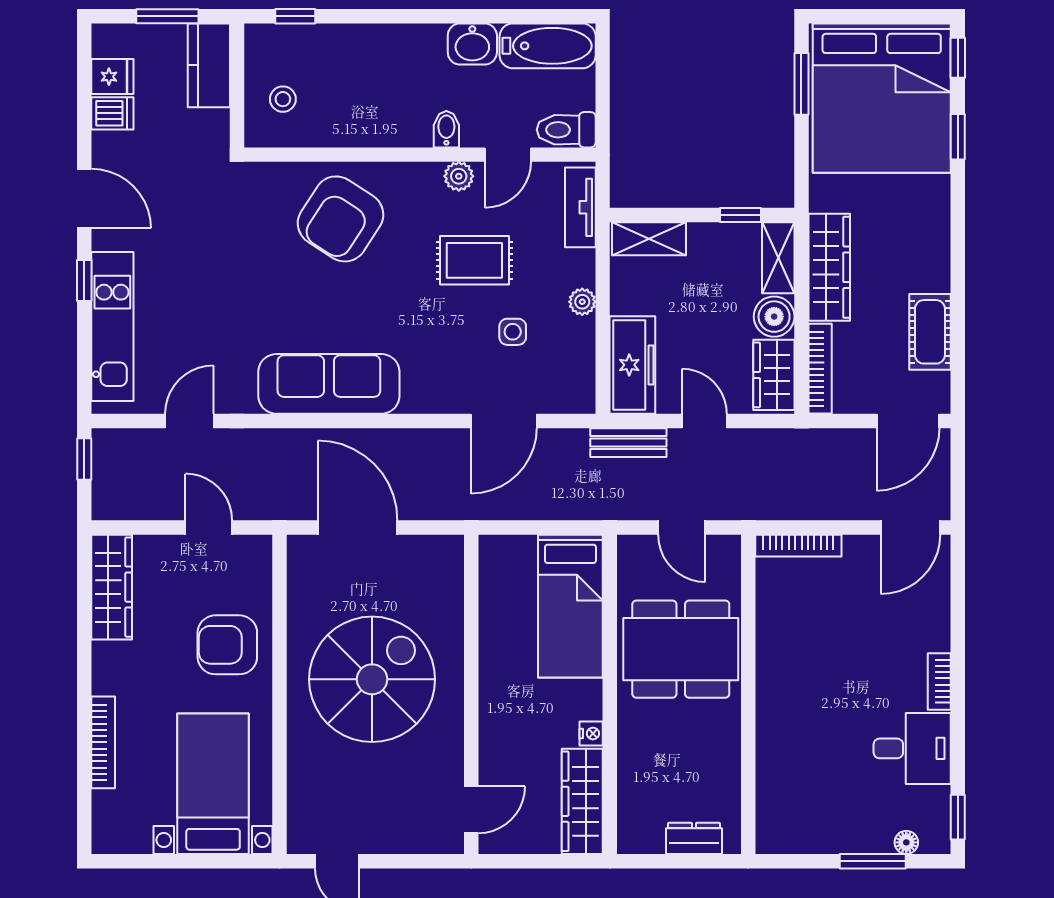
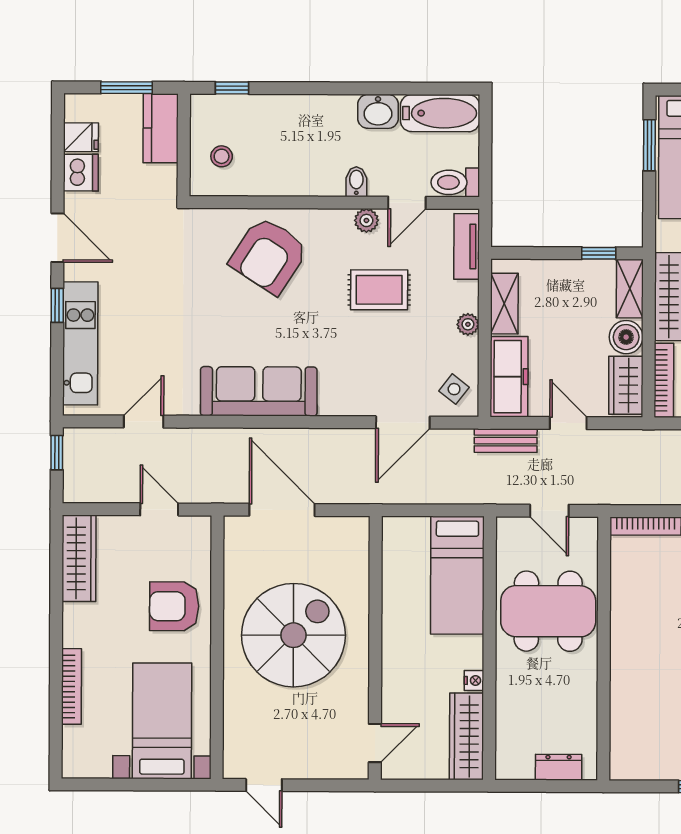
dishwasher: (112, 113) -> (81, 173), width x1.38
shelving: (649, 239) -> (504, 304), moved, turned 90
side table: (513, 332) -> (454, 389), moved, turned 38

